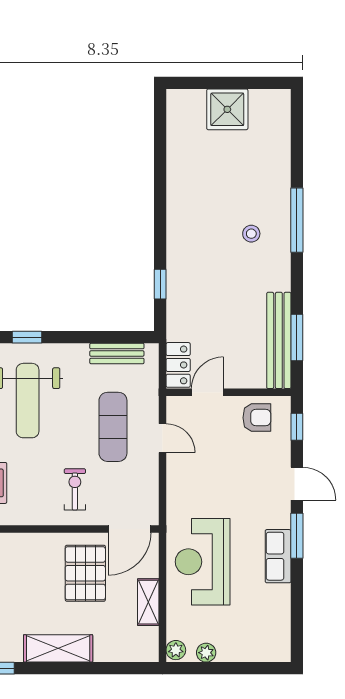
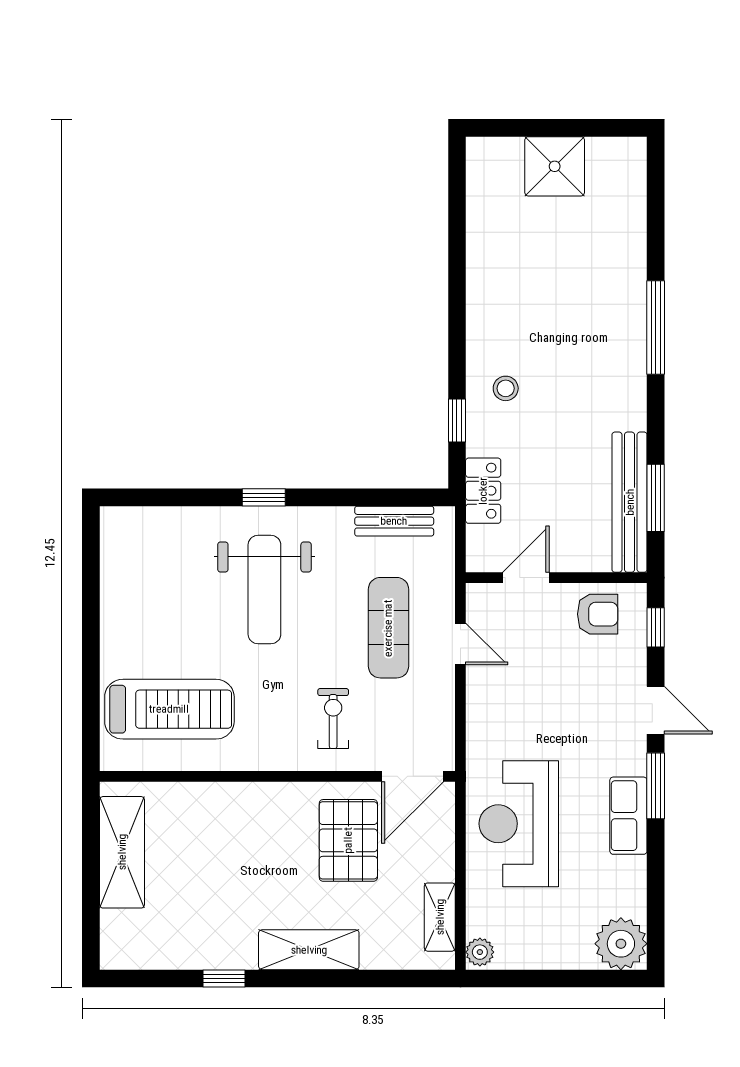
stool: (251, 234) -> (506, 388), moved
locker: (178, 365) -> (483, 491), moved
shelving: (148, 602) -> (440, 917), moved
plant: (206, 653) -> (621, 944), moved, width x1.87, depth x1.87

